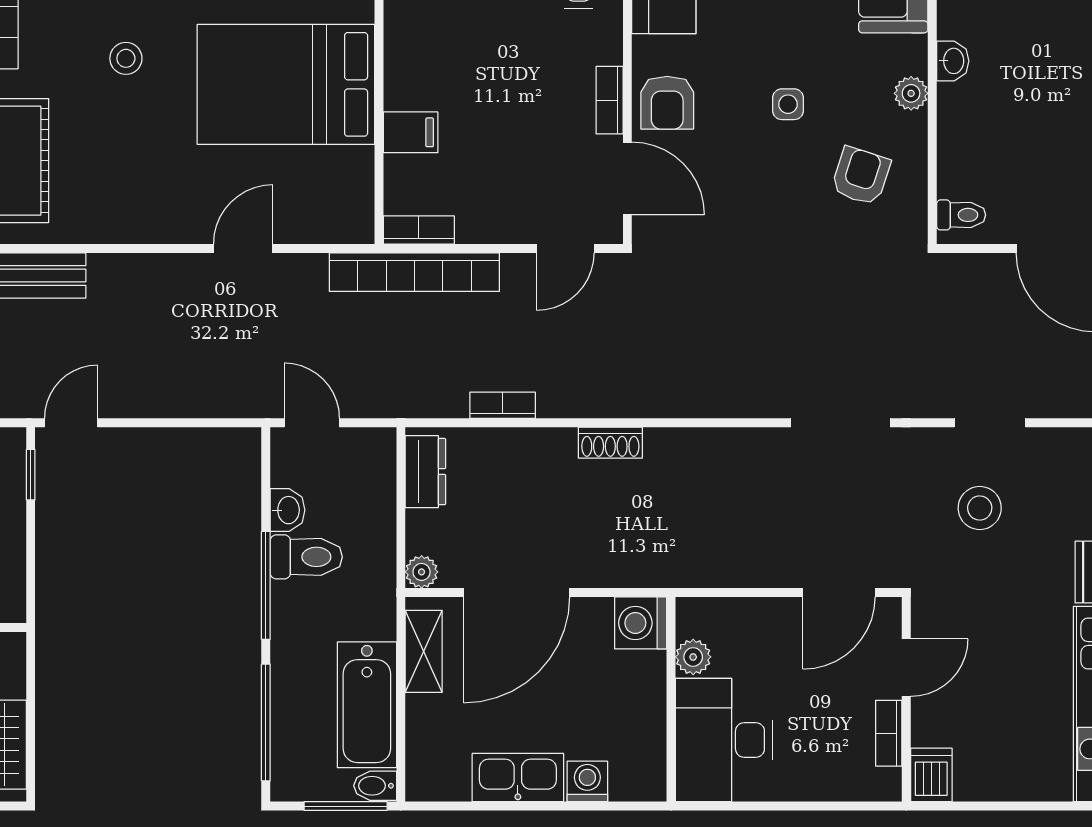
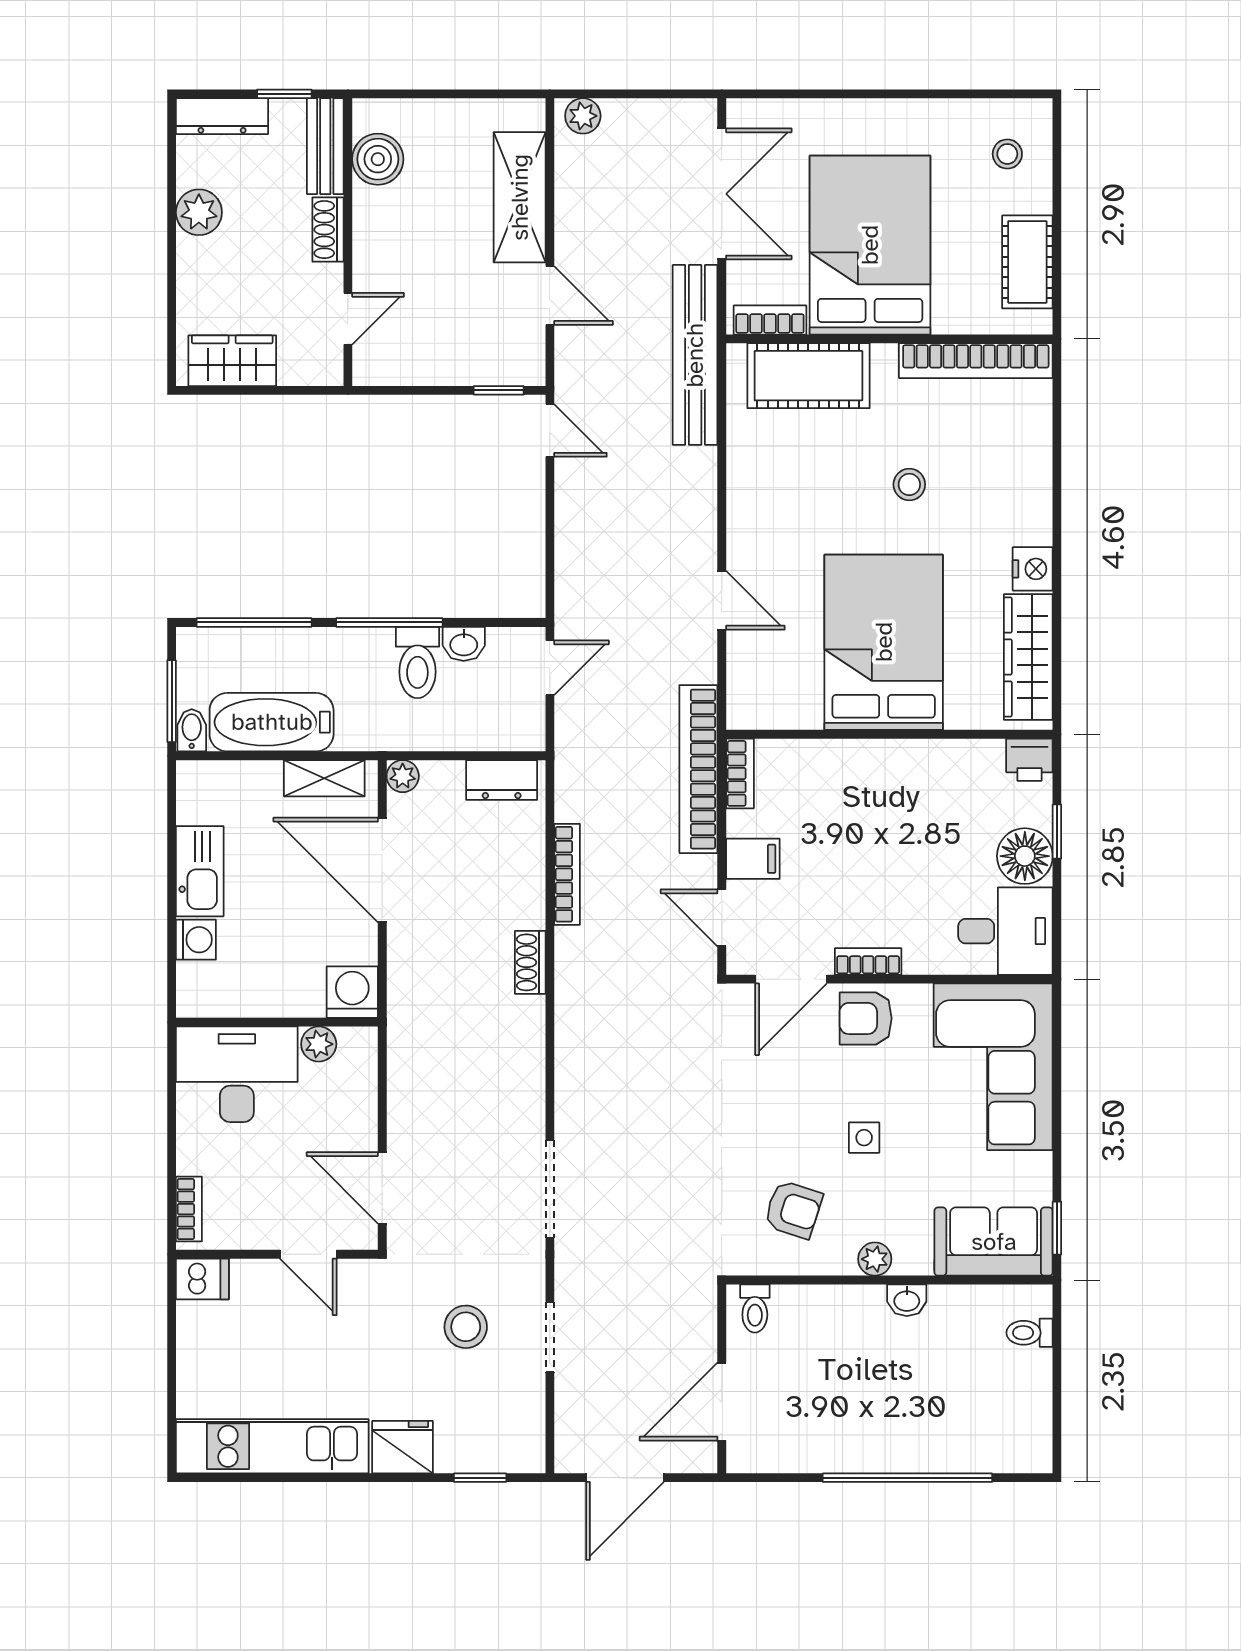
filing cabinet: (411, 132) -> (753, 859), moved, turned -90
bookcase: (503, 405) -> (567, 874), width x1.56
bookcase: (889, 733) -> (189, 1209), moved, turned 90

